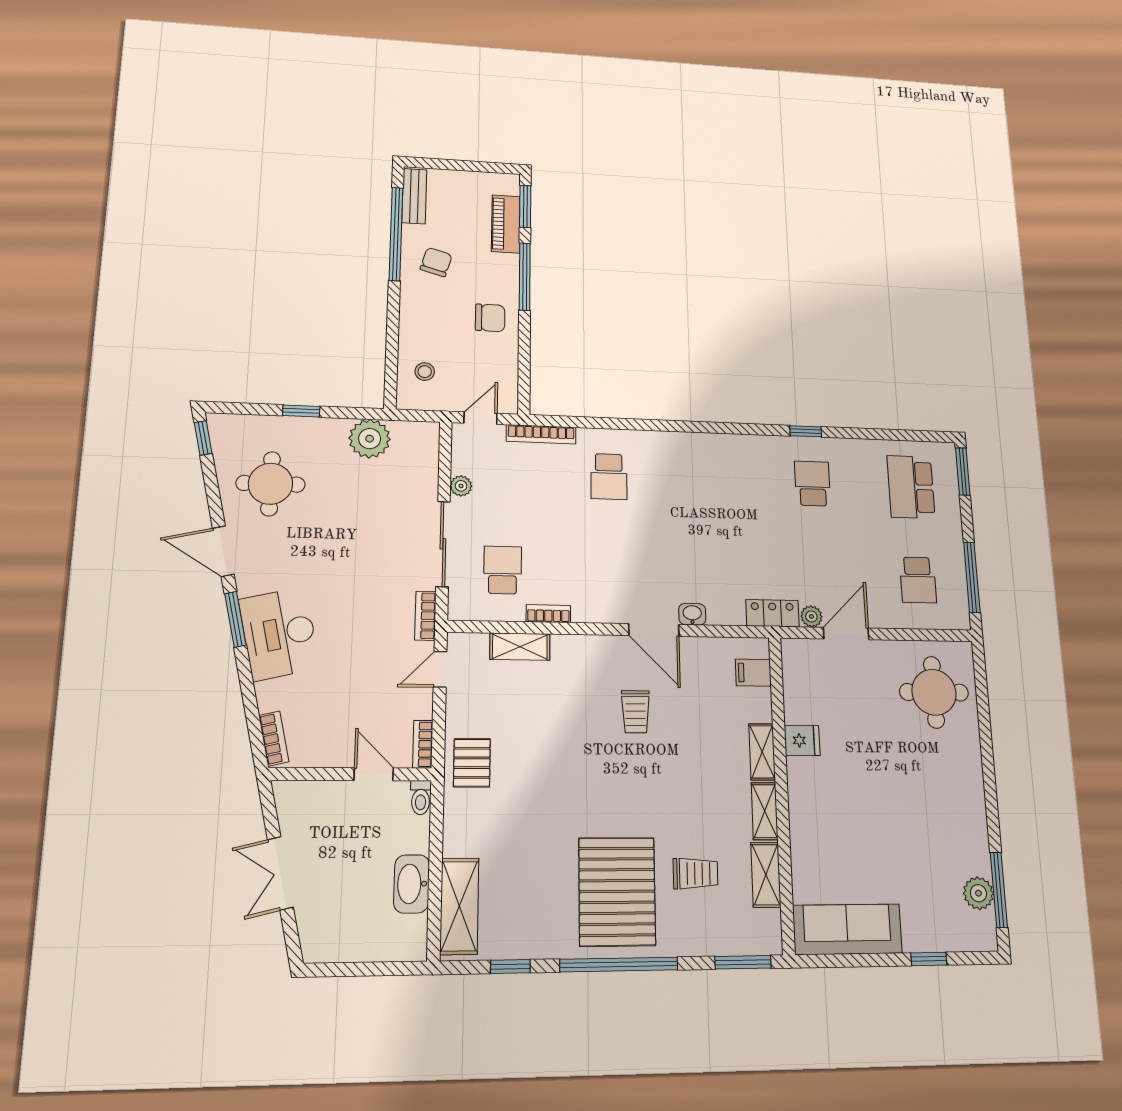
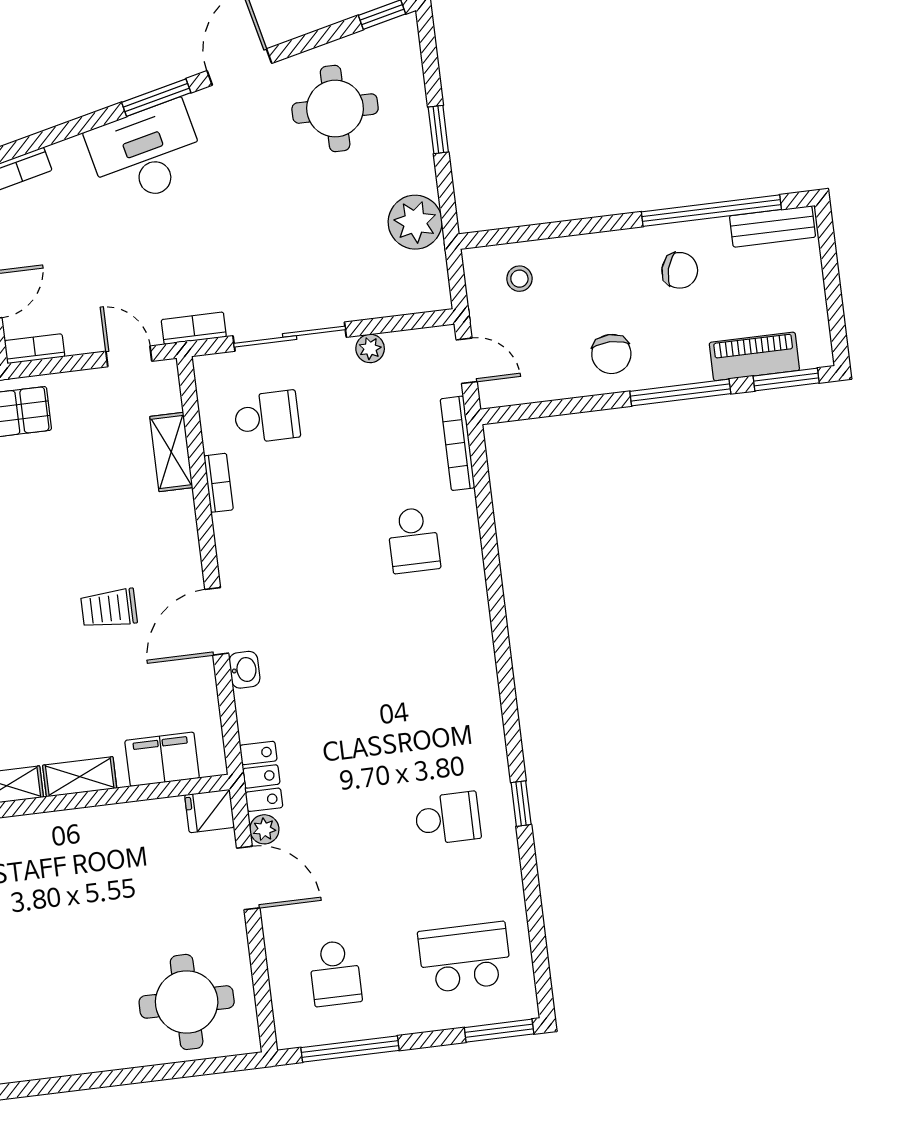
school desk: (609, 477) -> (414, 540), turned -90
school desk: (918, 580) -> (335, 973), turned -90
filing cabinet: (753, 673) -> (162, 759), width x2.00
fridge: (802, 740) -> (210, 811), moved, turned 90

